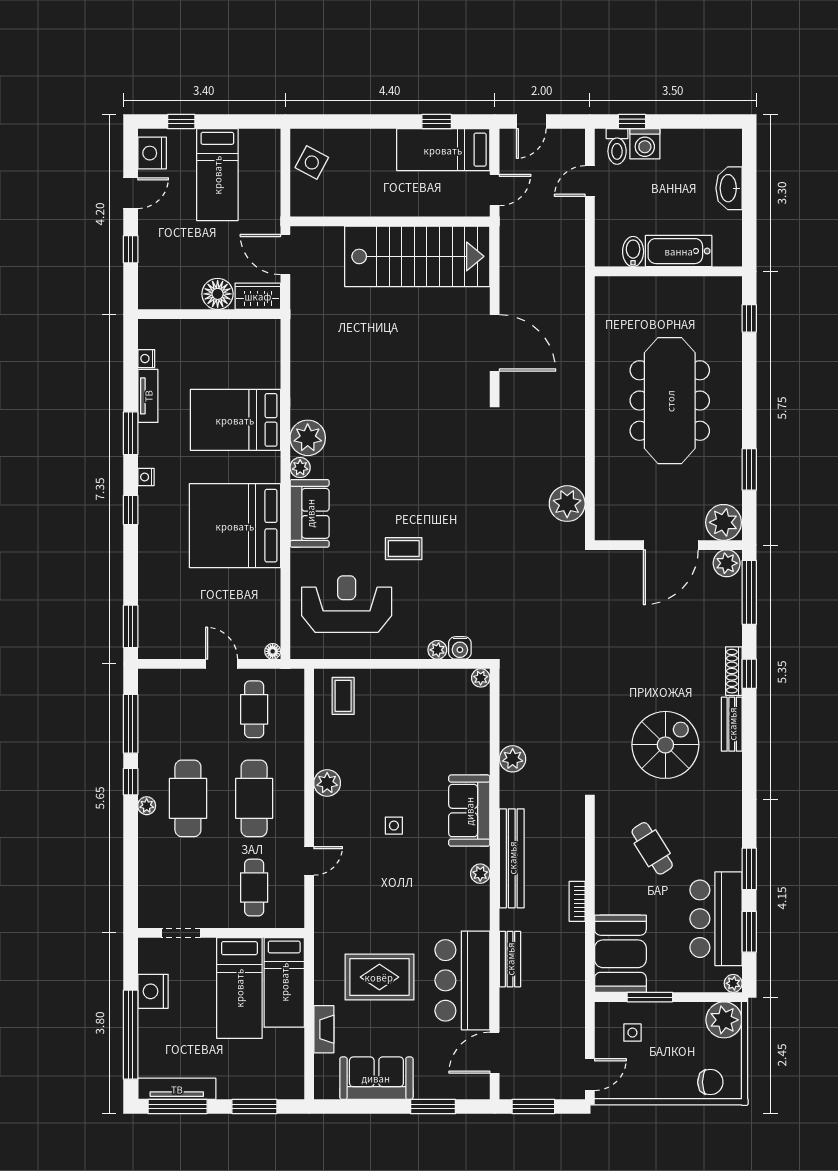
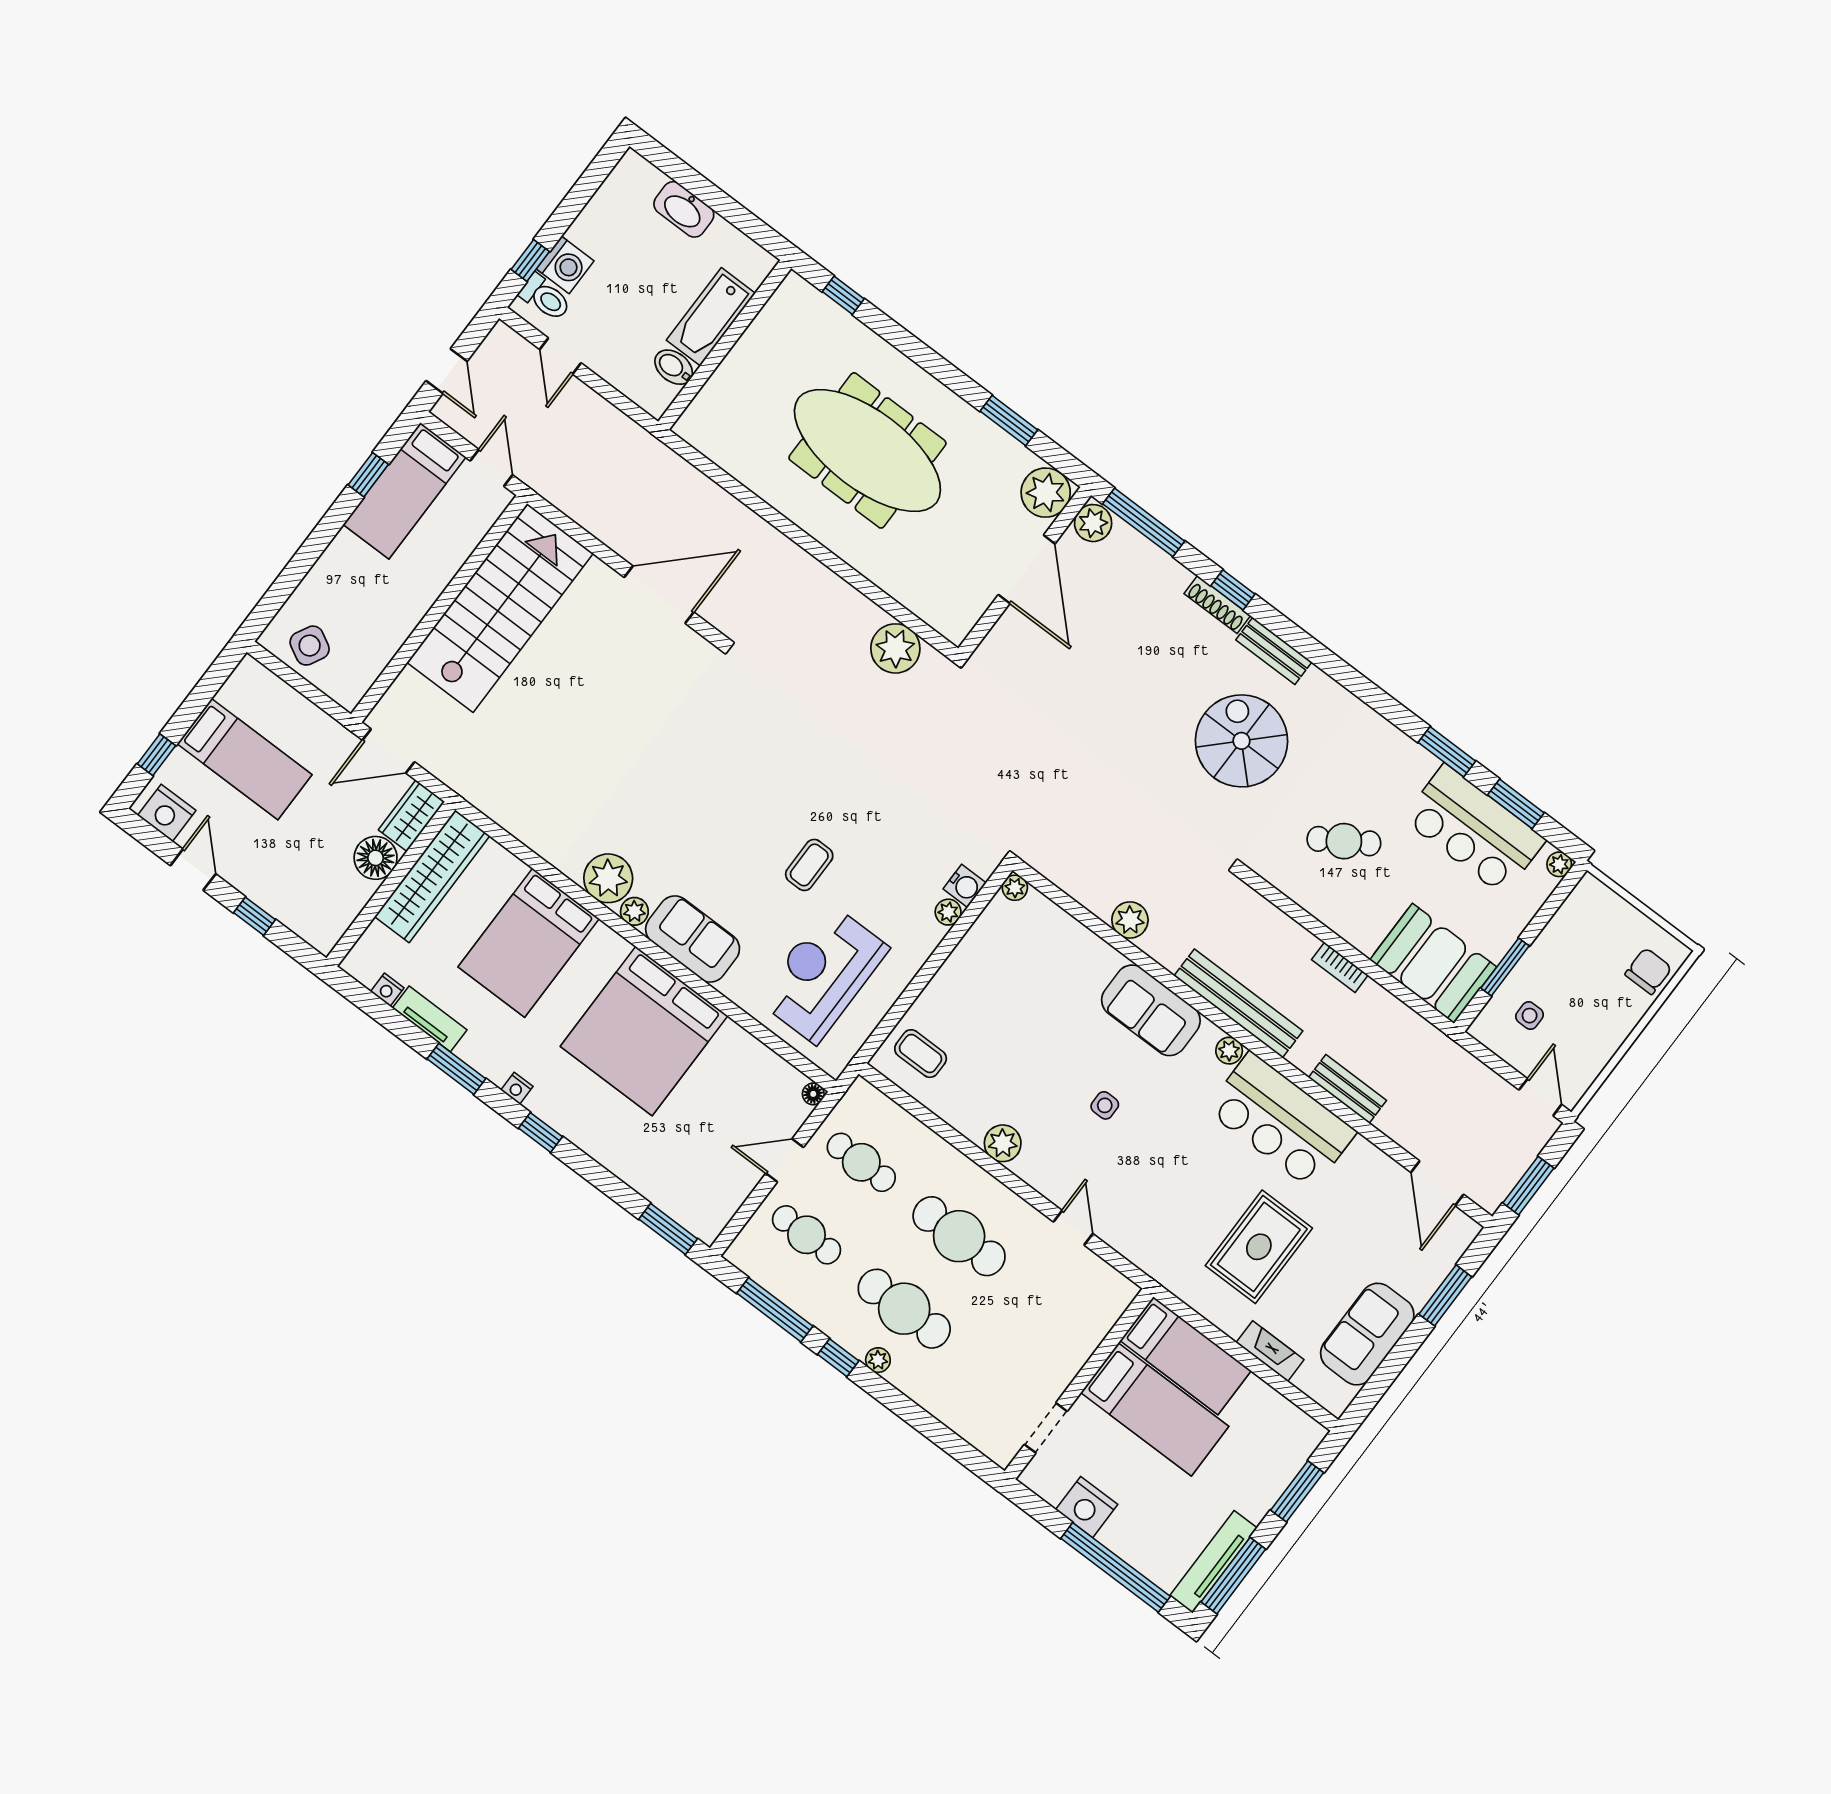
wardrobe: (232, 335) -> (432, 876), added
cafe table: (254, 888) -> (807, 1235), moved
bar counter: (462, 980) -> (1281, 1121), moved
plant: (724, 1020) -> (1592, 905), removed

